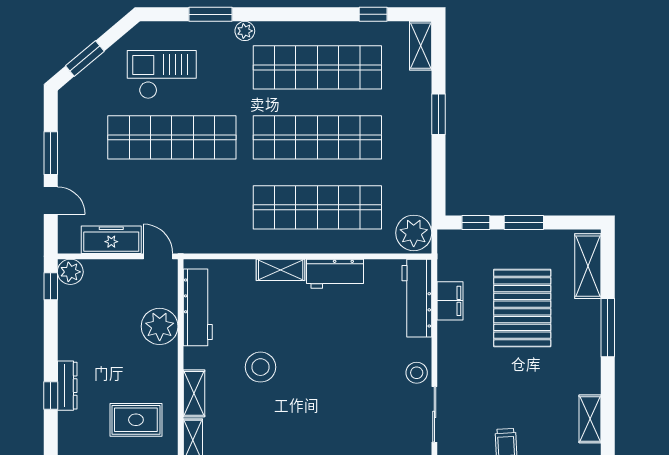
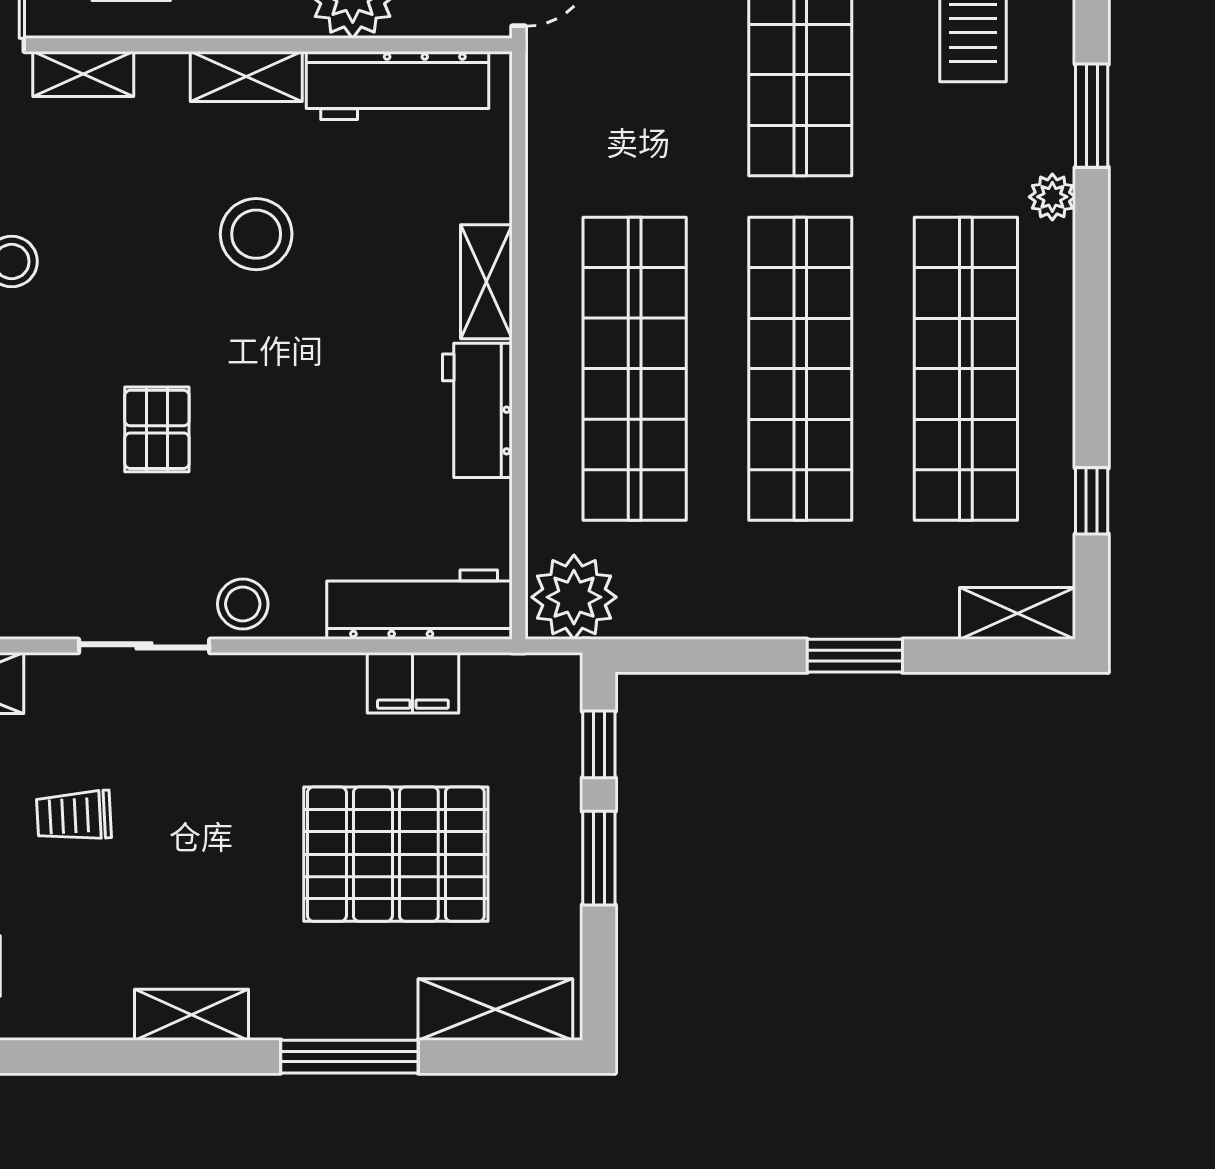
shelving: (194, 393) -> (246, 76), moved
pallet: (343, 409) -> (157, 429), added
shelving: (590, 419) -> (192, 1015), moved

